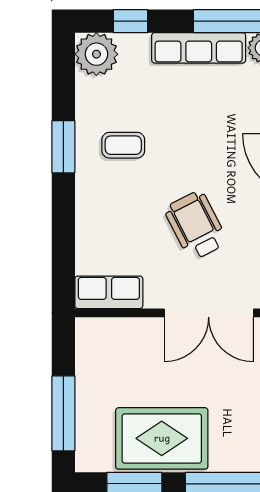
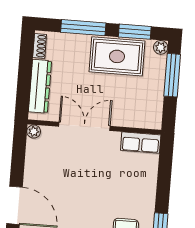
wheelchair: (196, 225) -> (88, 177), removed
plant: (87, 460) -> (161, 47), added

